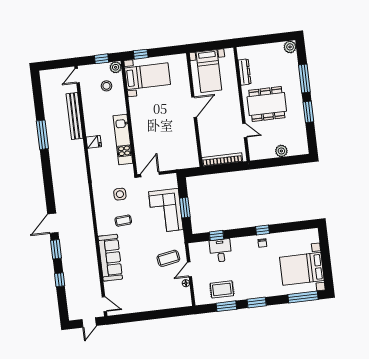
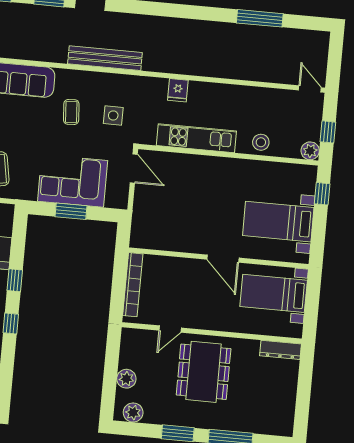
plant: (290, 47) -> (133, 412), moved
dresser: (244, 72) -> (280, 350), moved
bed with nightstands: (148, 76) -> (278, 222), moved, turned 90
stool: (106, 86) -> (261, 142), moved
bench: (75, 116) -> (105, 58), moved
window: (42, 135) -> (260, 18), moved
fridge: (94, 142) -> (178, 90), moved
window: (217, 236) -> (15, 280), moved

